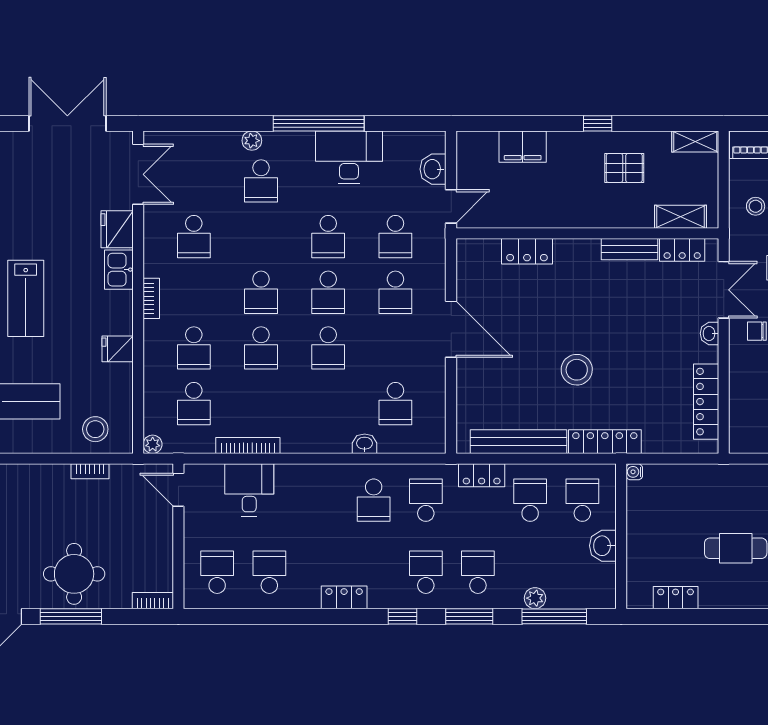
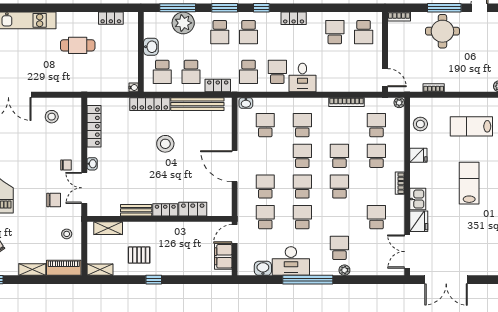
filing cabinet: (523, 147) -> (223, 256), moved, turned -90
washbasin: (433, 169) -> (263, 268), moved, turned -90
locker: (682, 250) -> (165, 210), moved
school desk: (328, 404) -> (302, 125), added
stool: (95, 429) -> (420, 124), moved
washbasin: (365, 444) -> (246, 103), moved
desk: (249, 490) -> (302, 78), moved
school desk: (269, 572) -> (335, 32), turned 180
plant: (535, 598) -> (183, 23), width x1.88, depth x1.88

